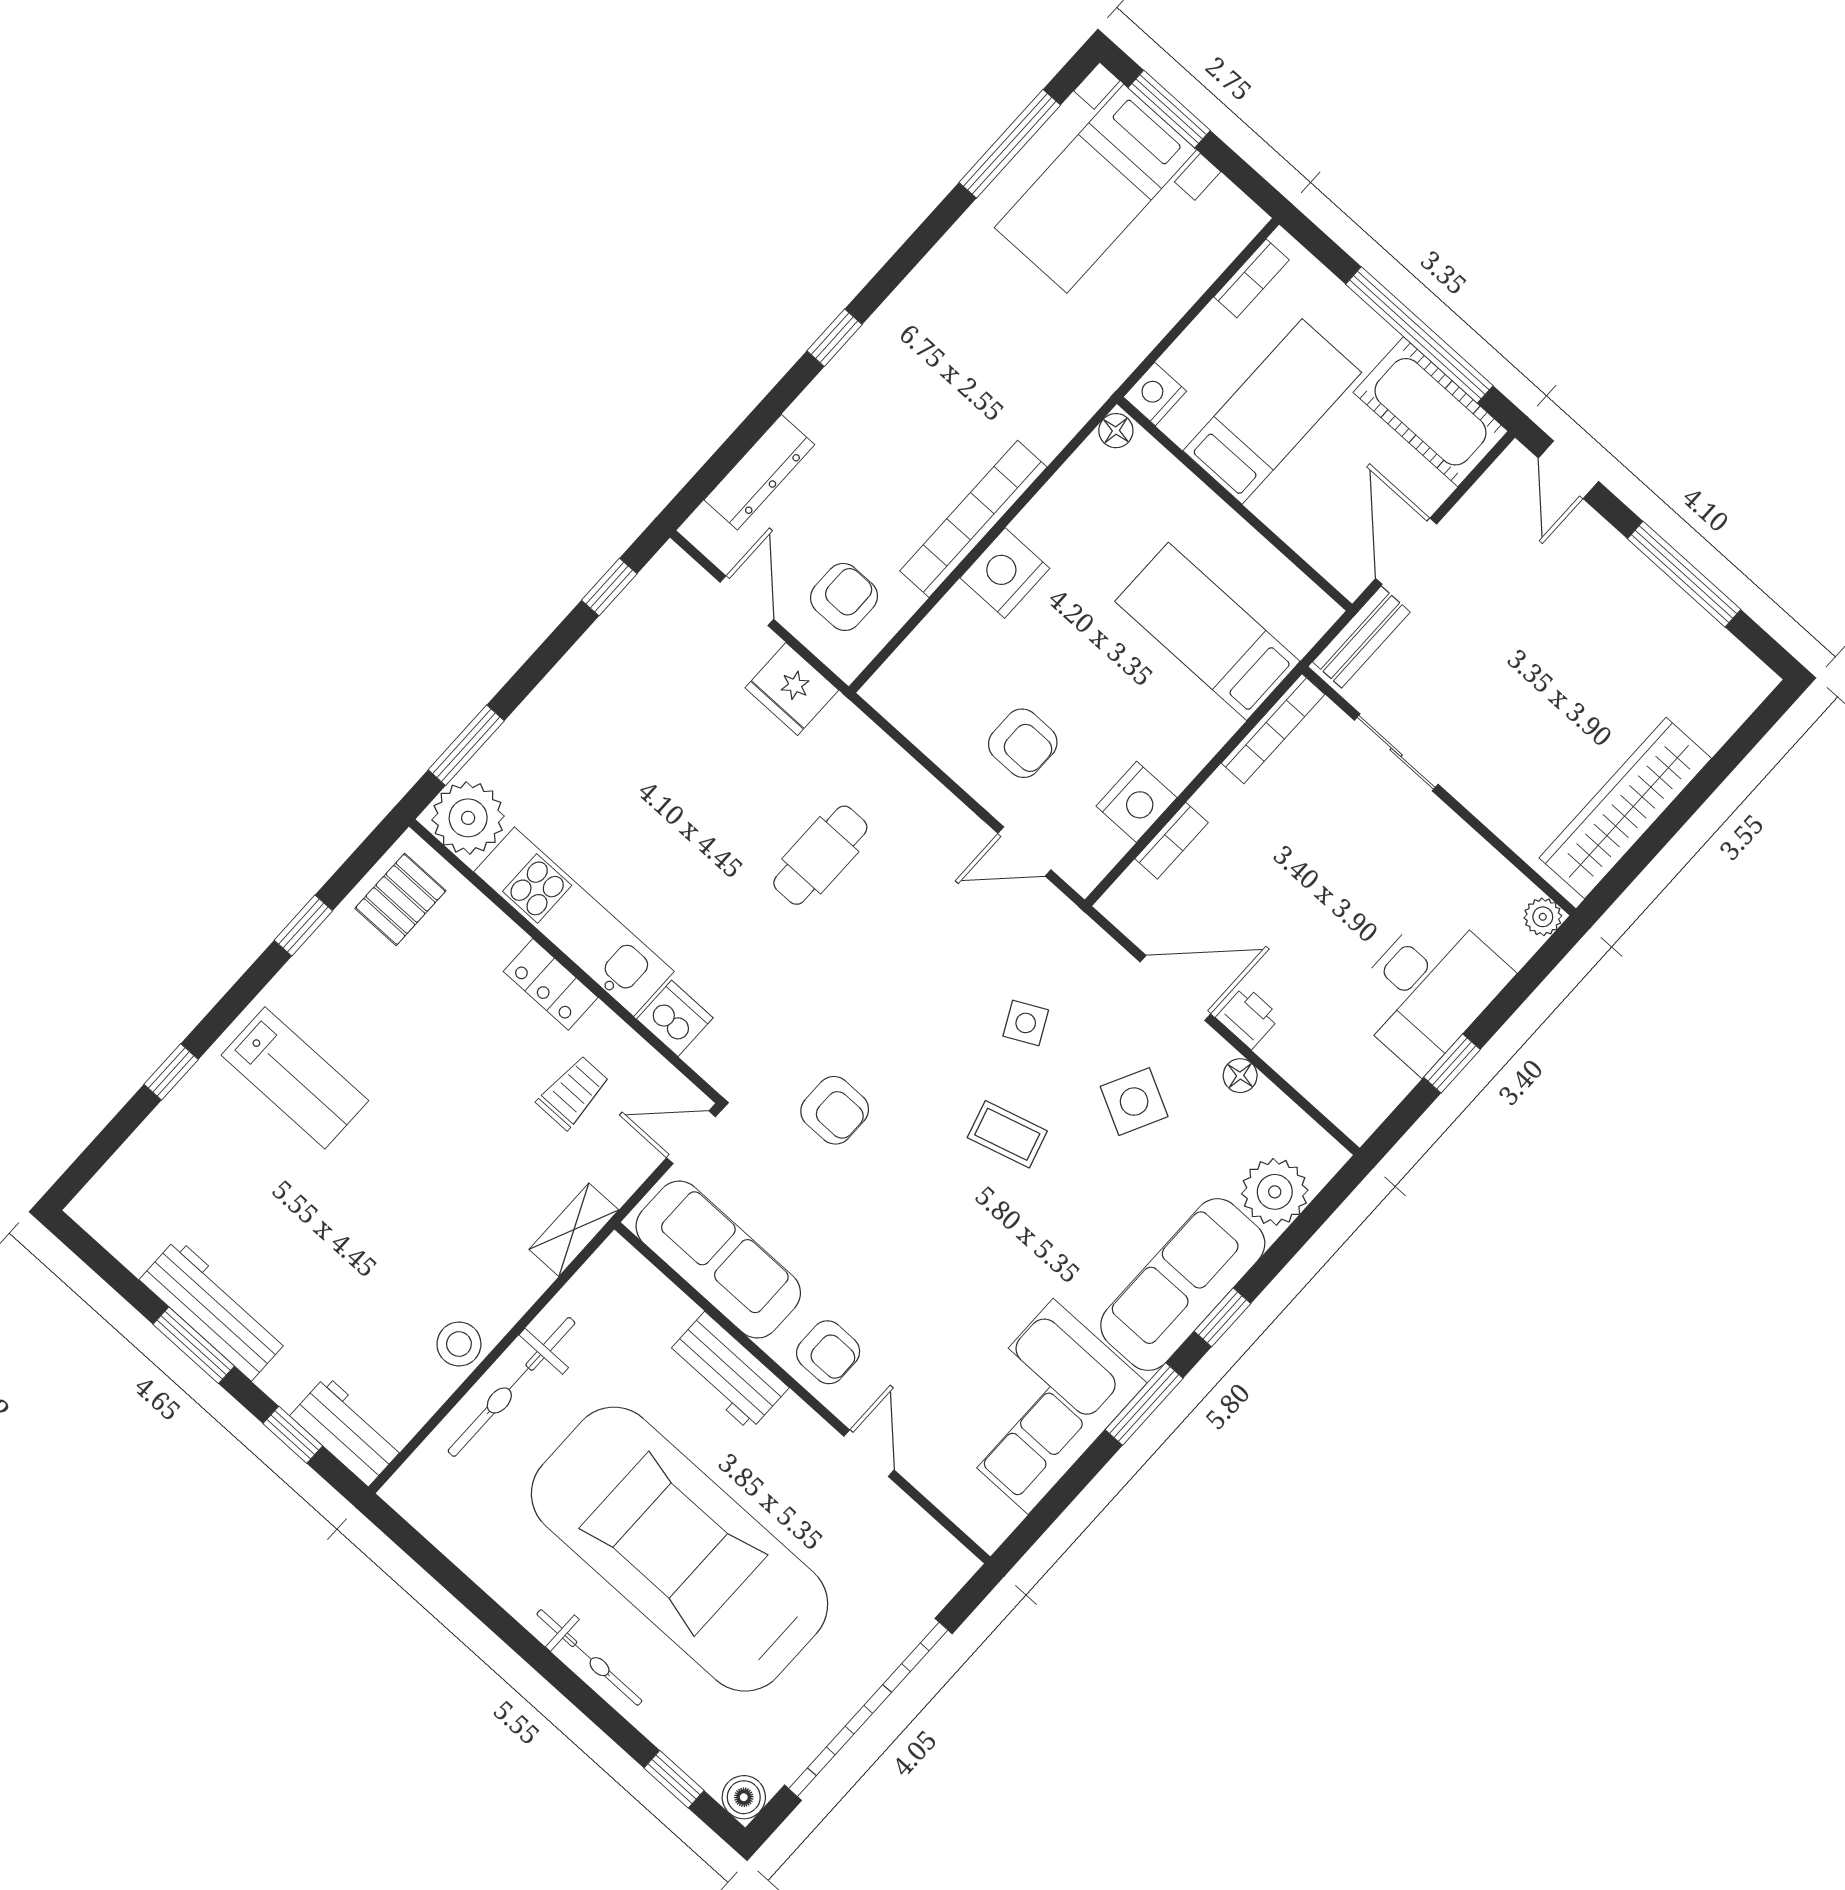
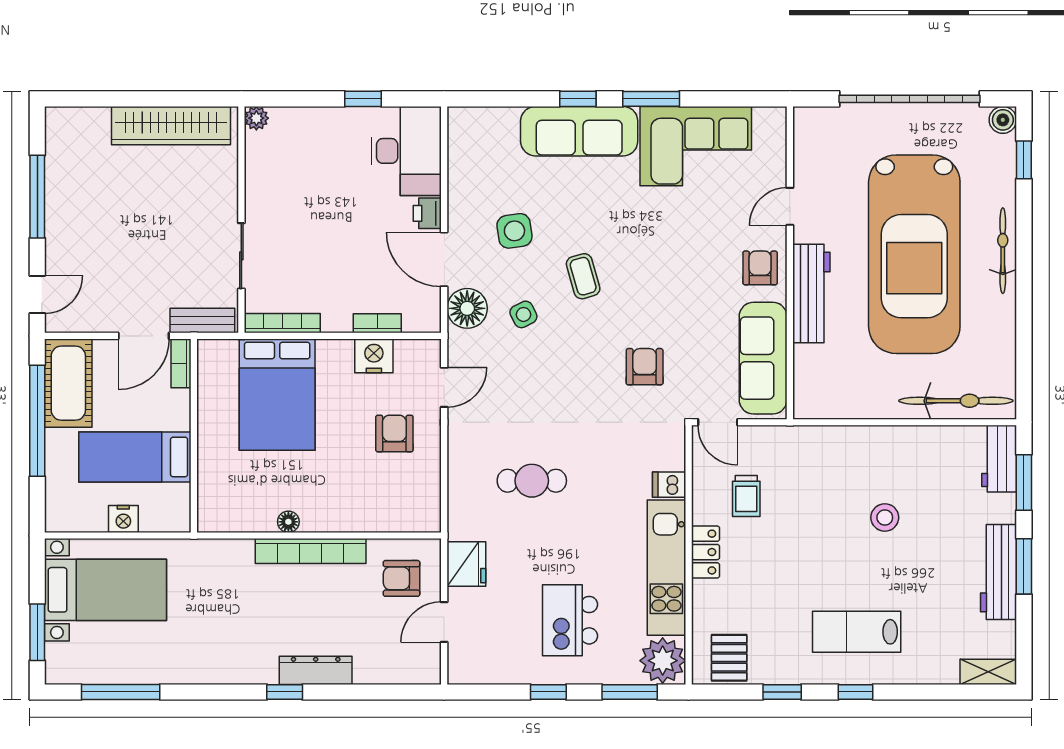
bed with nightstands: (1095, 189) -> (106, 590), moved
bookcase: (1251, 278) -> (181, 363), moved, turned -90
nightstand: (1155, 394) -> (123, 519), moved
floor lamp: (1116, 431) -> (288, 522), moved
dresser: (759, 472) -> (316, 670), moved
nightstand: (1005, 573) -> (323, 514), removed
window: (609, 587) -> (548, 692), moved
bed: (1207, 631) -> (277, 395), width x1.50
kitchen island: (615, 751) -> (570, 620), added
door: (1024, 851) -> (444, 387), hinge flipped
pallet: (400, 899) -> (729, 658), turned 90
desk: (1428, 989) -> (406, 151), moved, turned 90
dishwasher: (675, 1018) -> (669, 485), width x0.73
window: (171, 1072) -> (856, 692), moved
floor lamp: (1240, 1076) -> (467, 308), moved, width x1.89, depth x1.89
lab bench: (295, 1078) -> (857, 632), turned -90
trolley: (573, 1092) -> (746, 496), turned -90
side table: (1134, 1102) -> (514, 231), turned -35
plant: (1275, 1192) -> (497, 127), removed
shelving: (574, 1230) -> (988, 672), moved
stool: (459, 1344) -> (885, 517), moved
workbench: (727, 1371) -> (811, 293), width x1.37
bicycle: (511, 1387) -> (956, 401), moved
window: (293, 1435) -> (1024, 483), width x1.50

